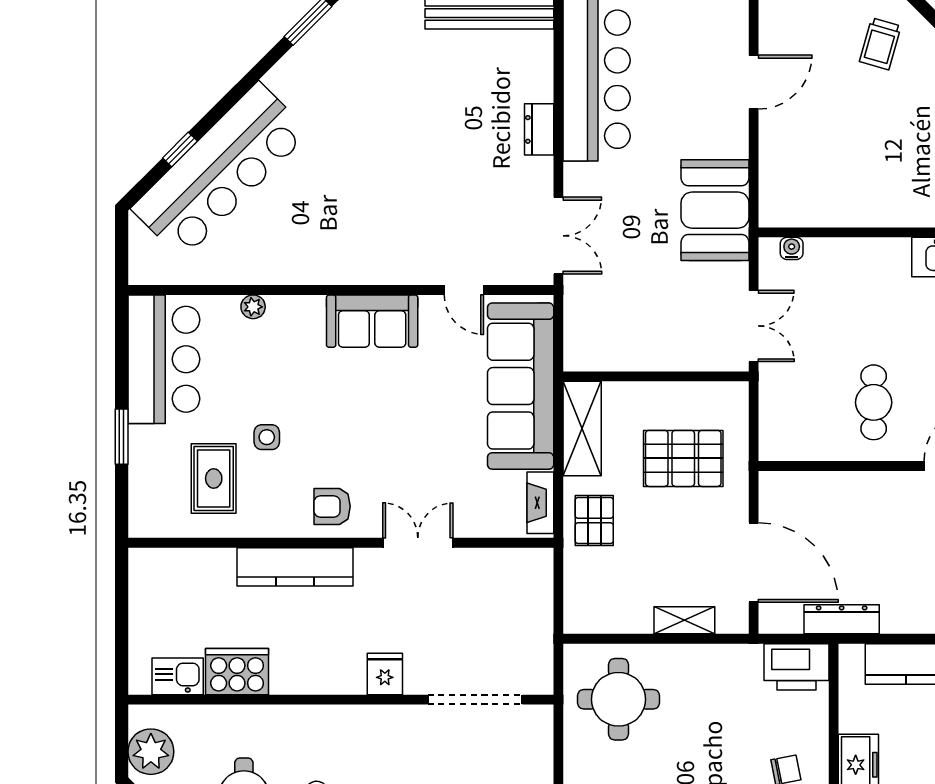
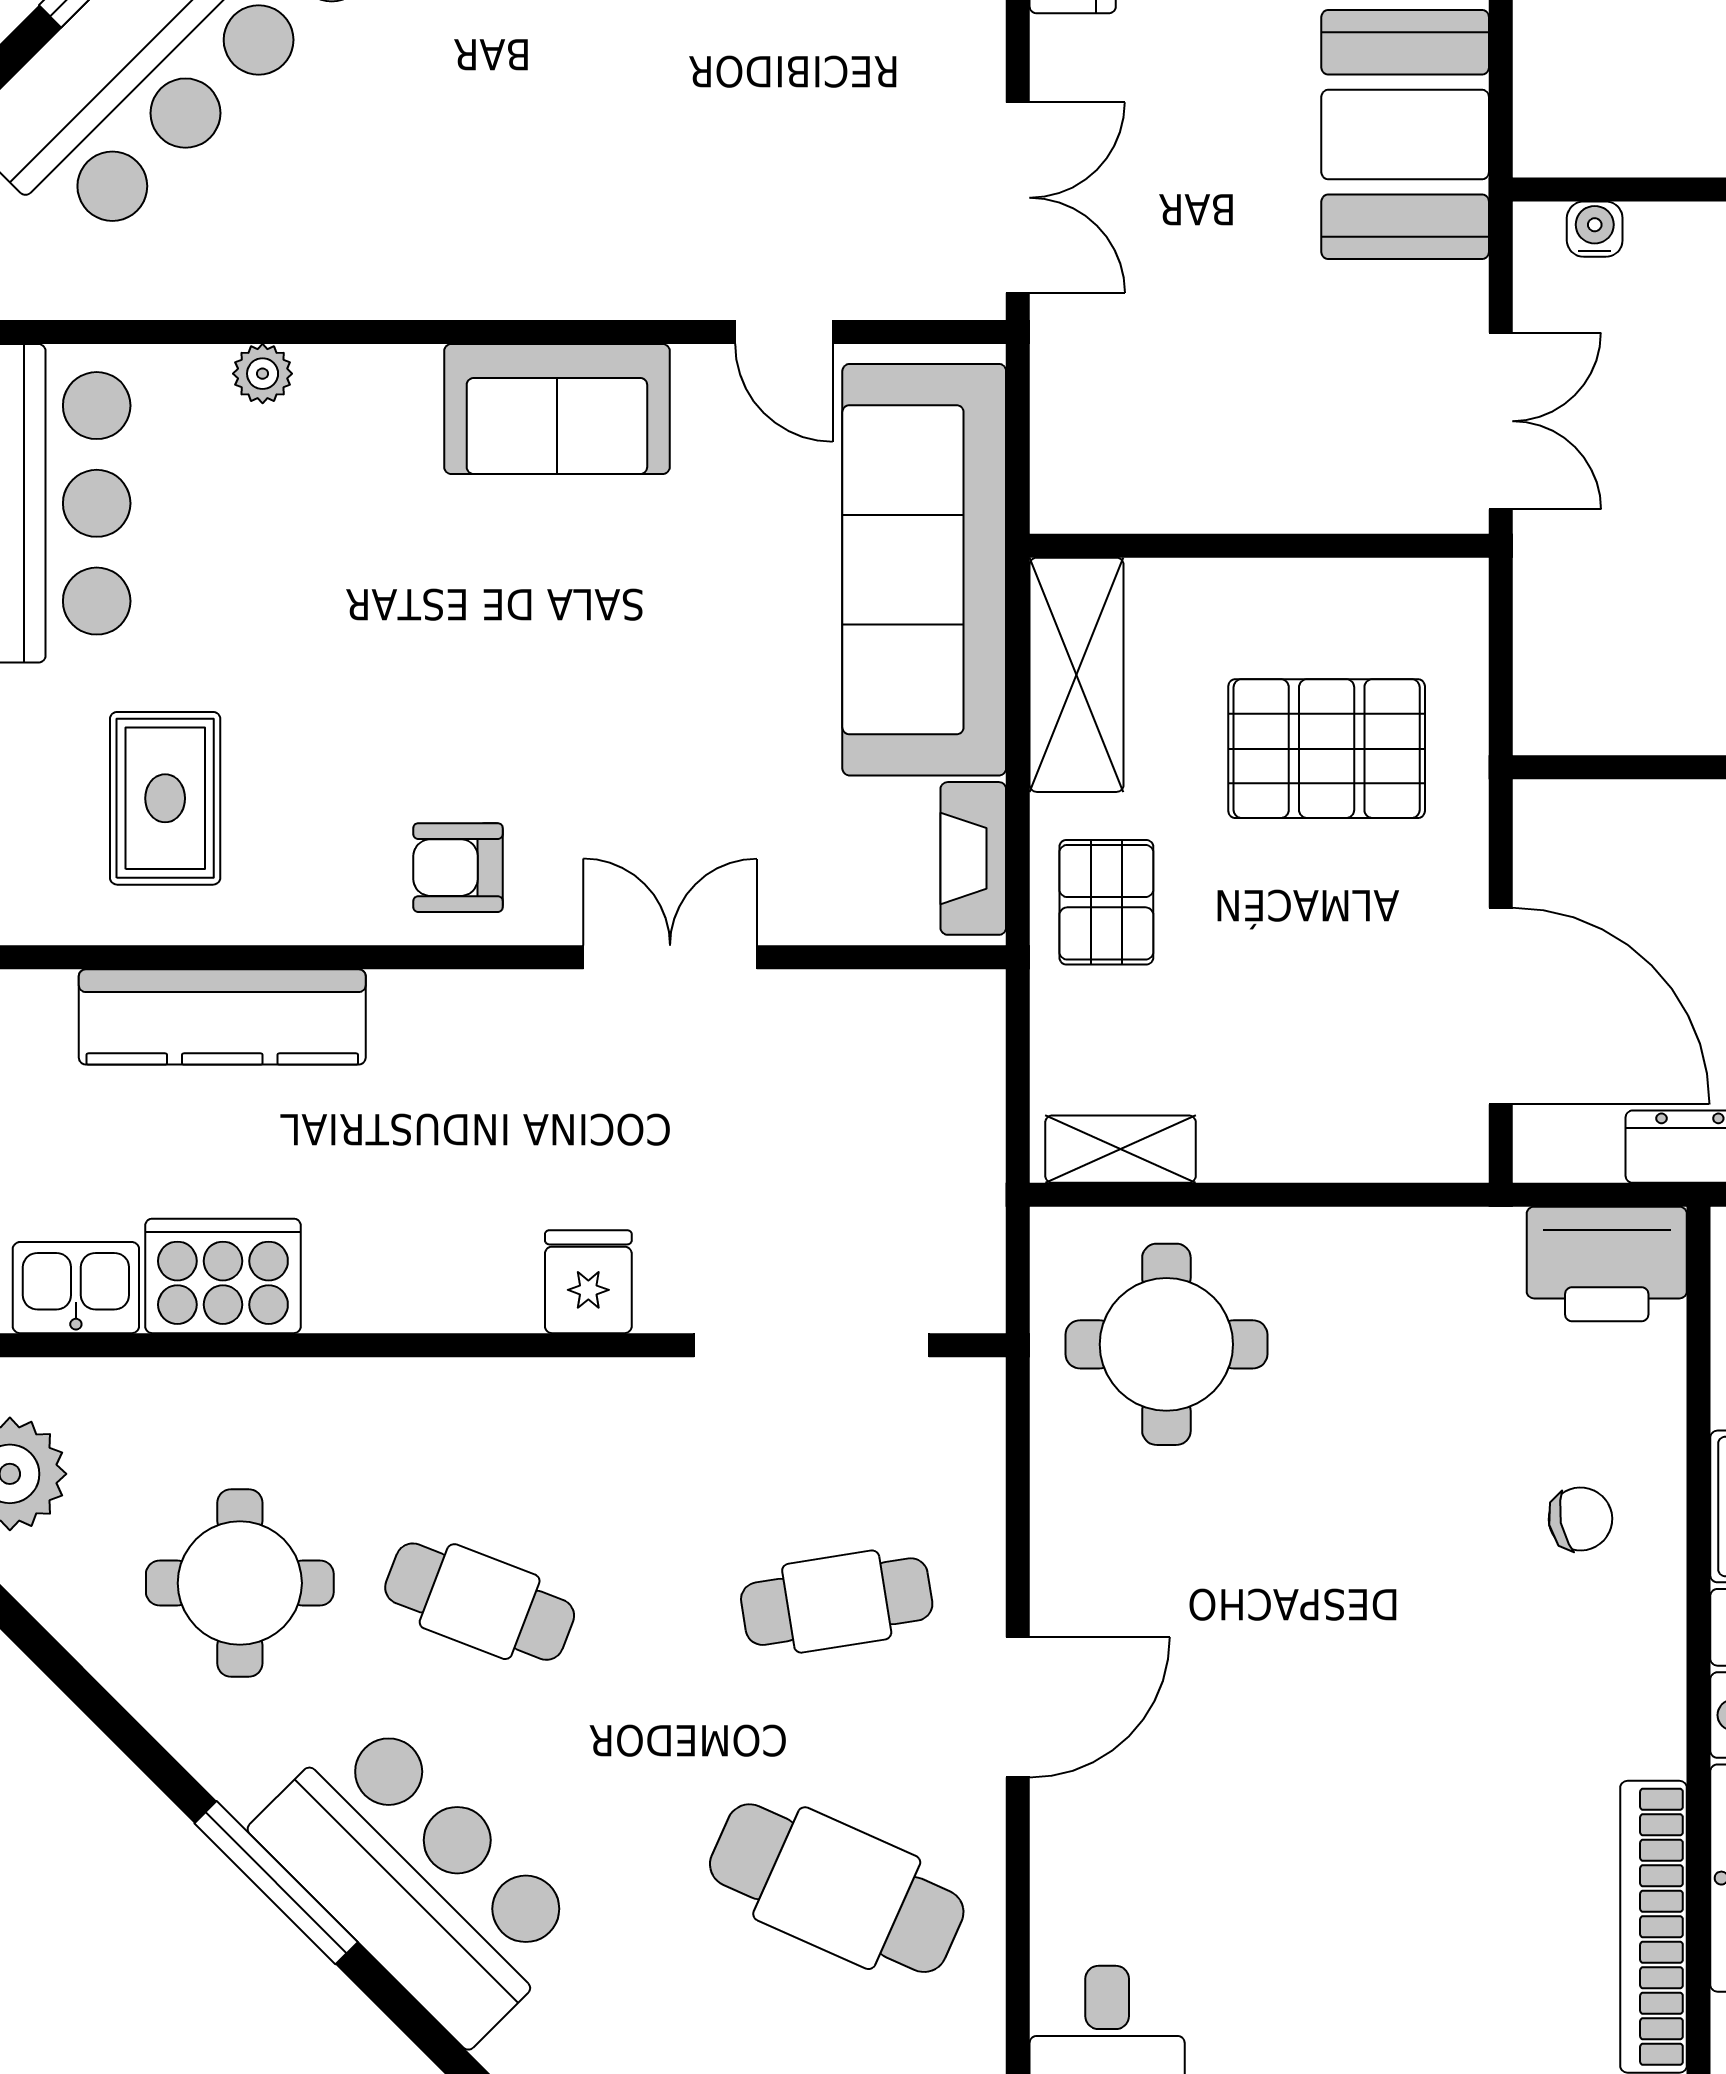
side table: (267, 437) -> (296, 696), removed
kitchen counter: (295, 567) -> (222, 1017), moved
shelving: (684, 620) -> (1121, 1149), moved

